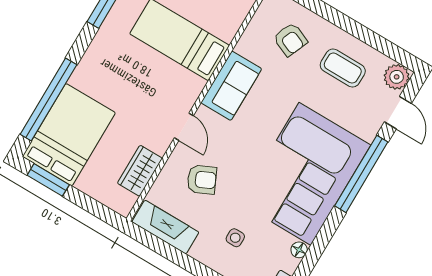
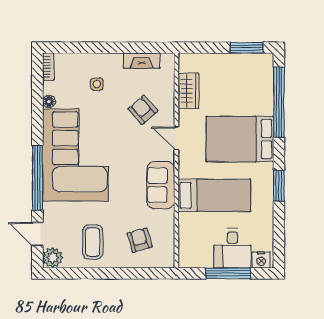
armchair: (290, 40) -> (140, 240), turned 51
coffee table: (343, 68) -> (93, 242), turned 90
bed: (69, 135) -> (240, 139), moved, turned 90
armchair: (202, 180) -> (143, 110), turned 74
fireplace: (165, 227) -> (142, 61), width x0.73, depth x0.76

